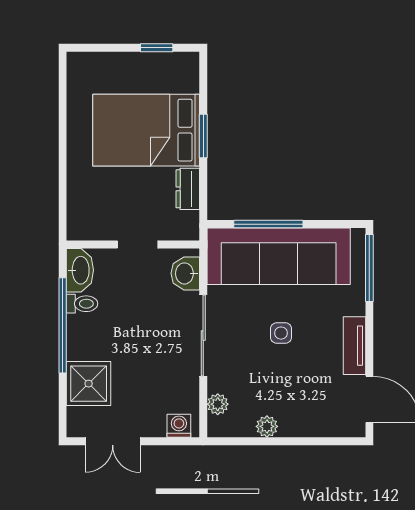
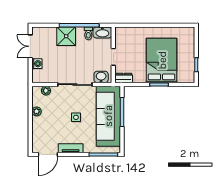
dresser: (188, 189) -> (124, 78), moved
shower: (89, 384) -> (66, 36), moved
washing machine: (179, 426) -> (37, 64), moved

